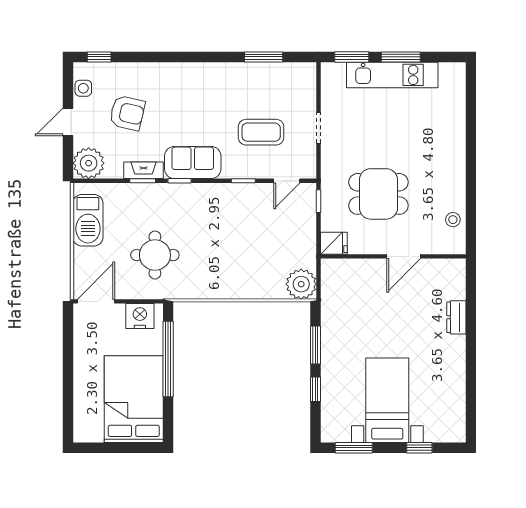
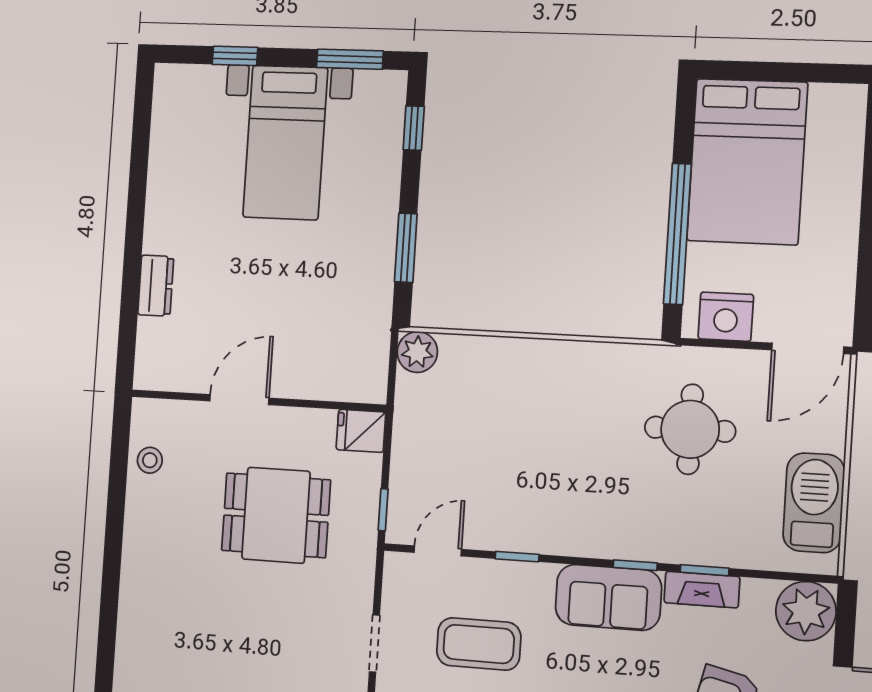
plant: (301, 284) -> (417, 352), width x0.73, depth x0.73
window: (315, 389) -> (414, 128), moved

